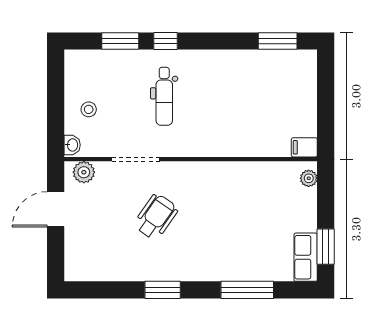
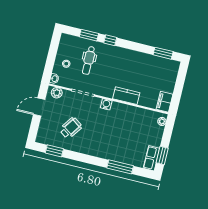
dental chair: (164, 96) -> (89, 60), moved
kitchen counter: (225, 144) -> (126, 96), added
filing cabinet: (304, 147) -> (165, 102), width x2.00
water cooler: (189, 171) -> (106, 104), added
wheelchair: (156, 217) -> (71, 128), moved
window: (163, 290) -> (54, 151), moved

